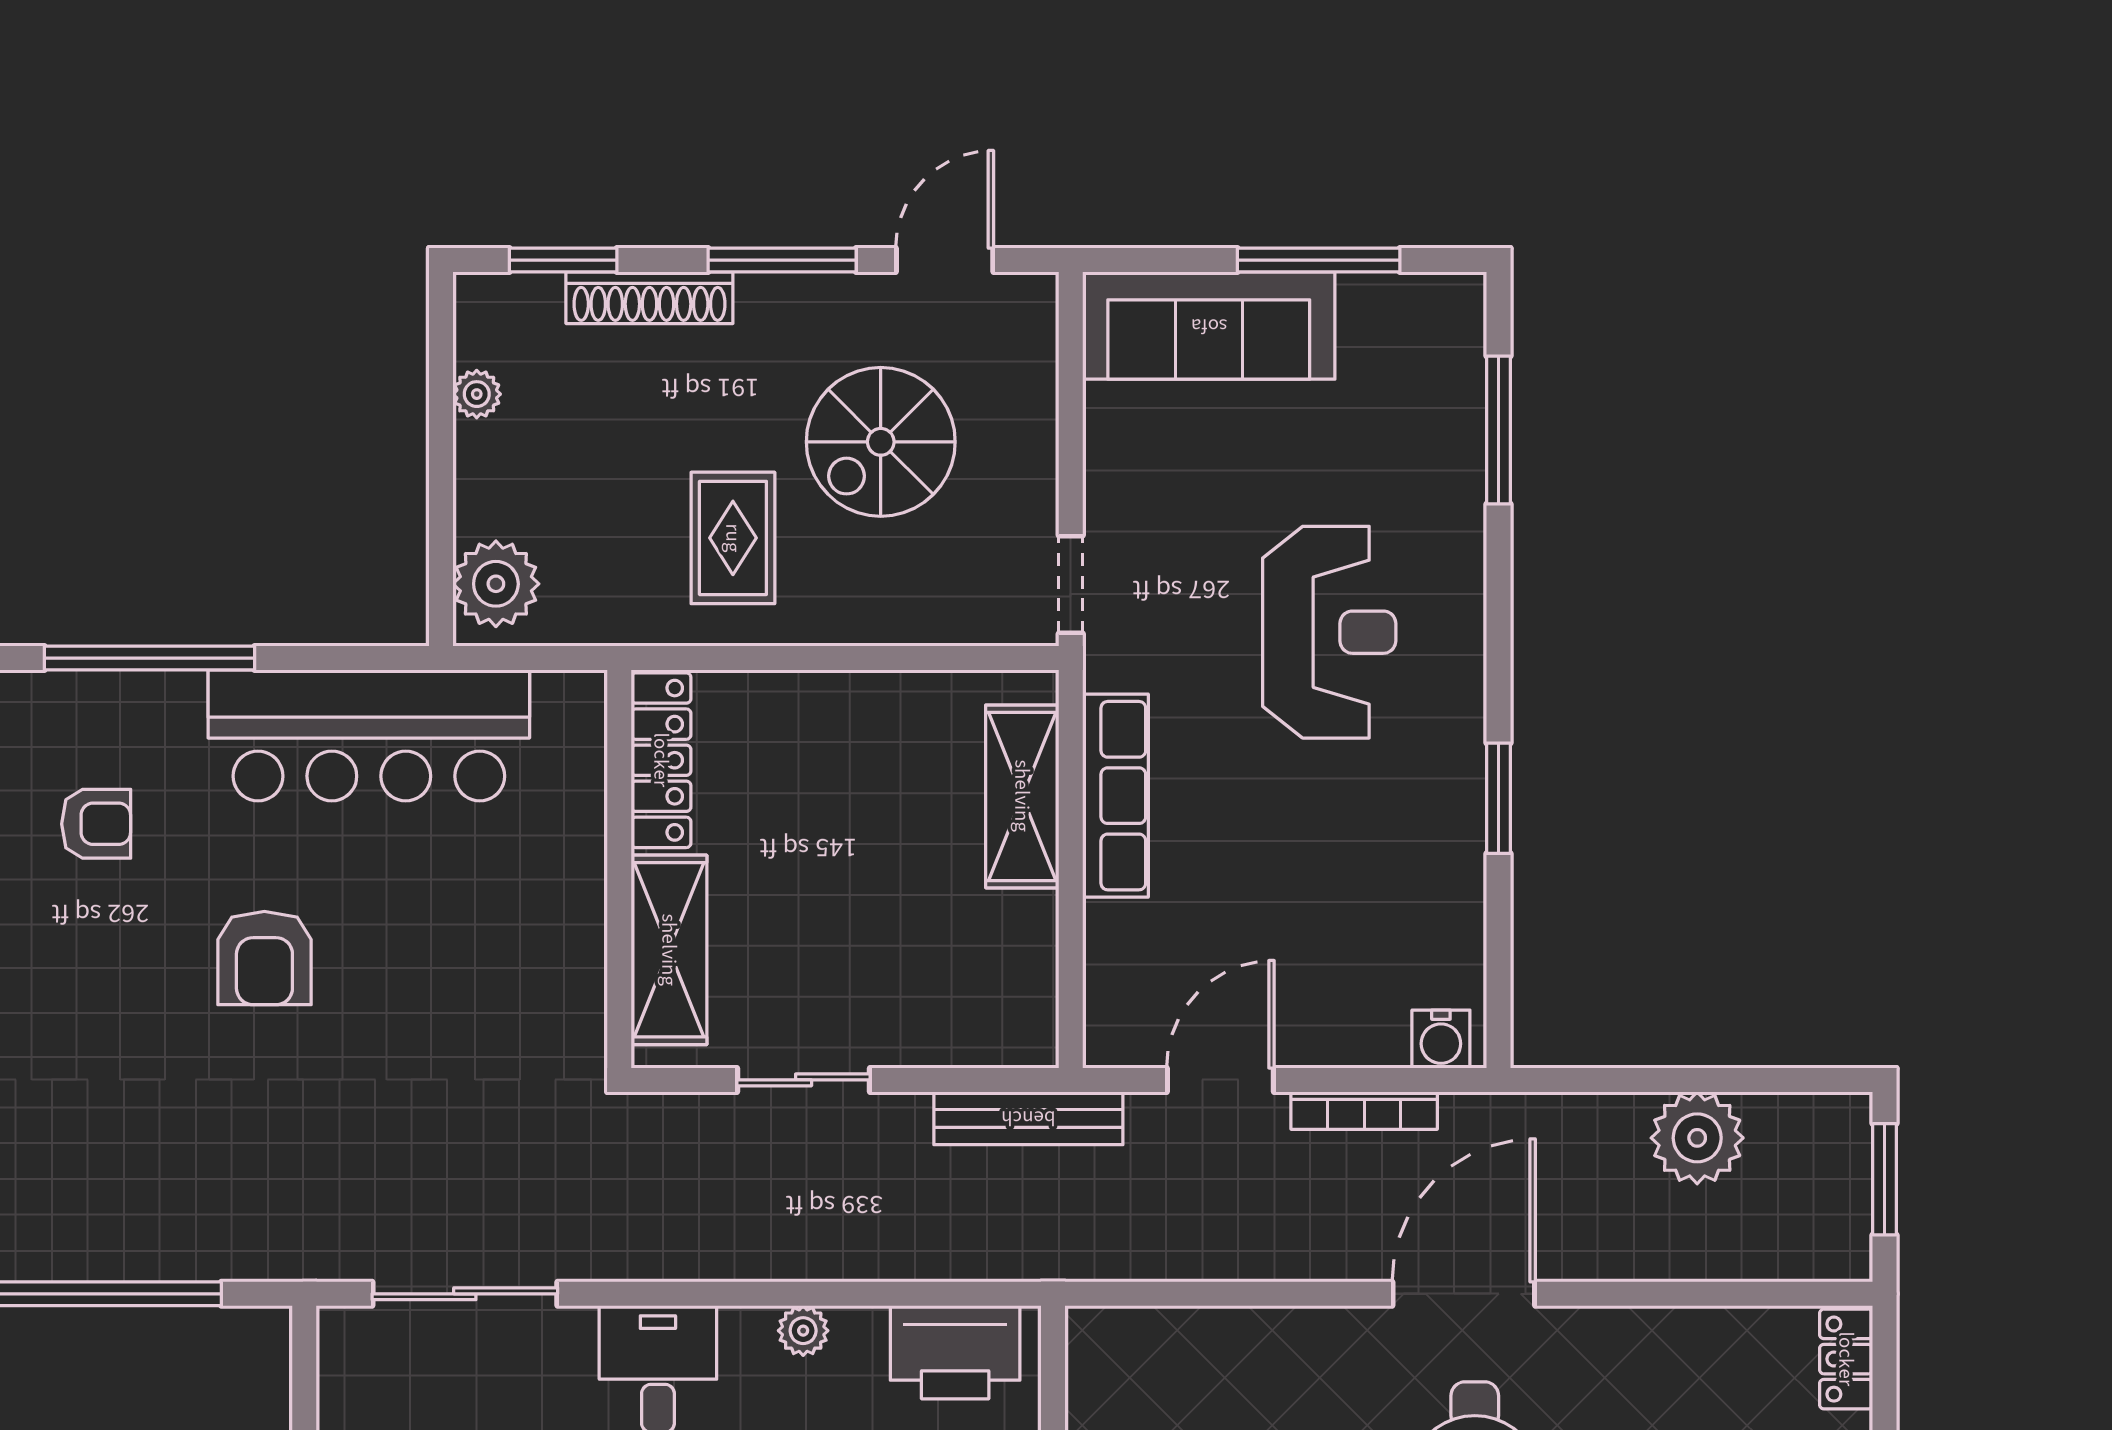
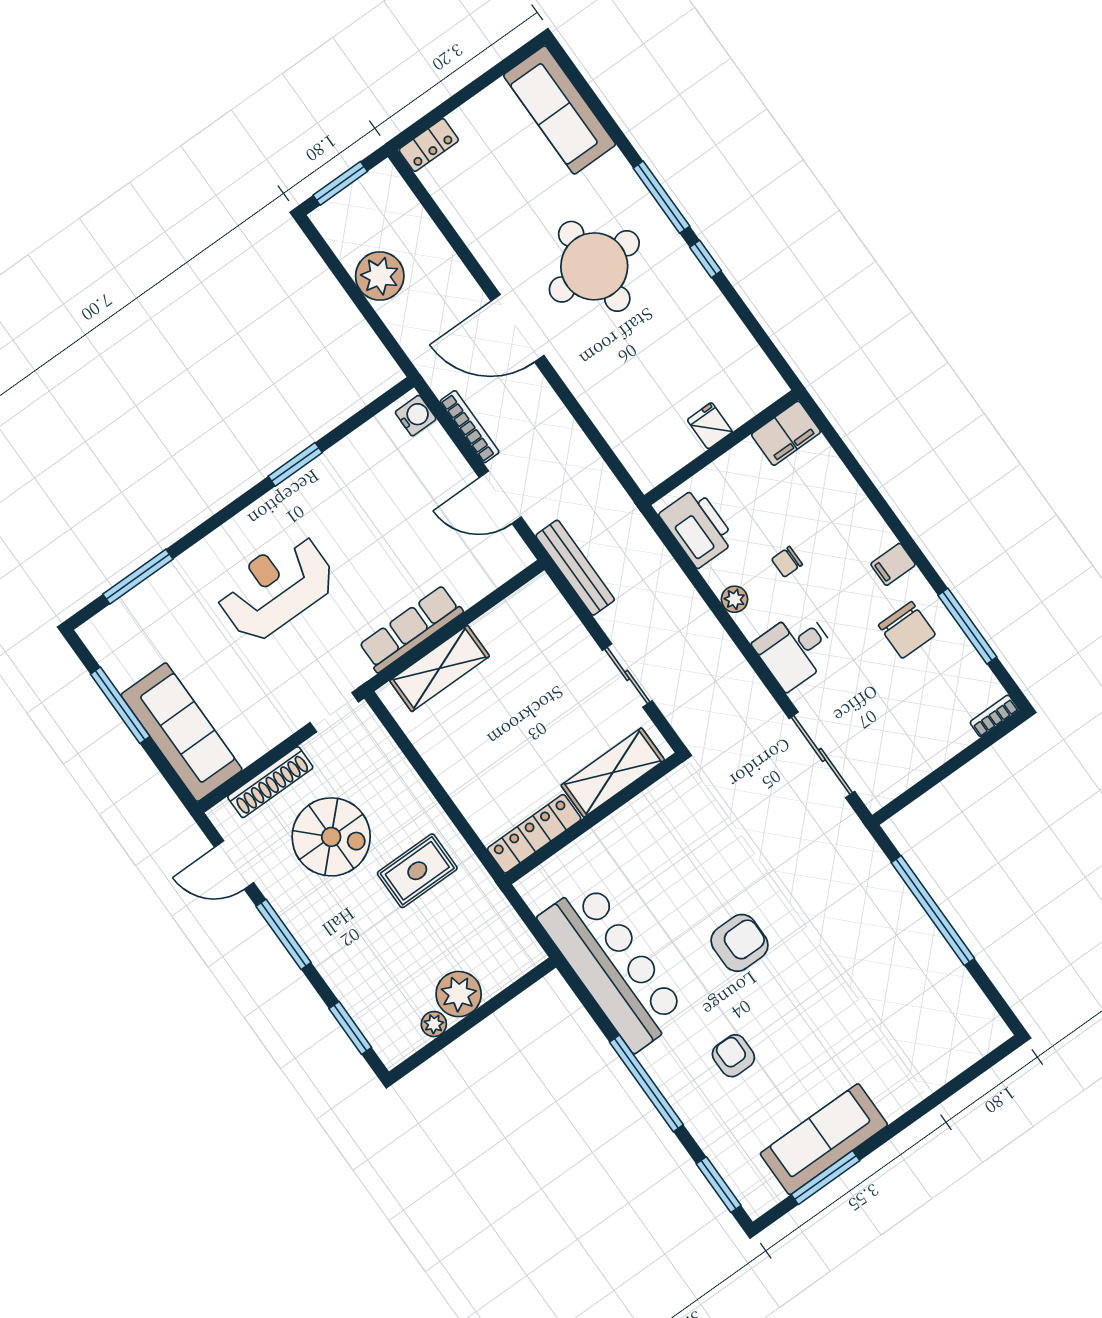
shoe rack: (649, 298) -> (270, 782), moved, turned 90
plant: (496, 584) -> (459, 994), moved

